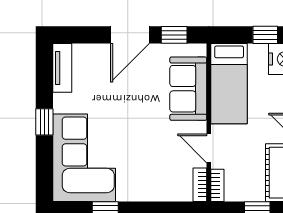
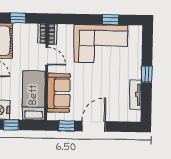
tv unit: (62, 68) -> (136, 95), moved
corner sofa: (84, 158) -> (101, 44), moved, turned -90

